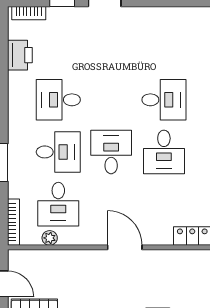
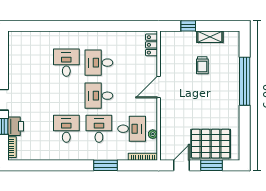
printer: (20, 55) -> (16, 126), moved, turned 90
desk: (58, 100) -> (66, 129), turned 180
desk: (164, 152) -> (99, 63), turned 180

